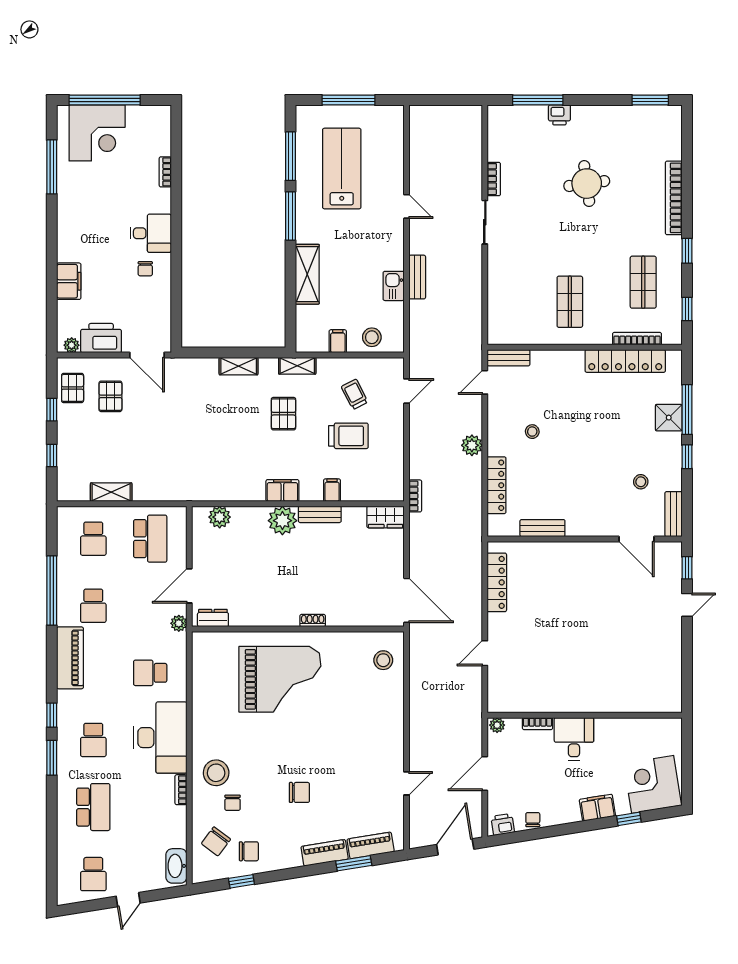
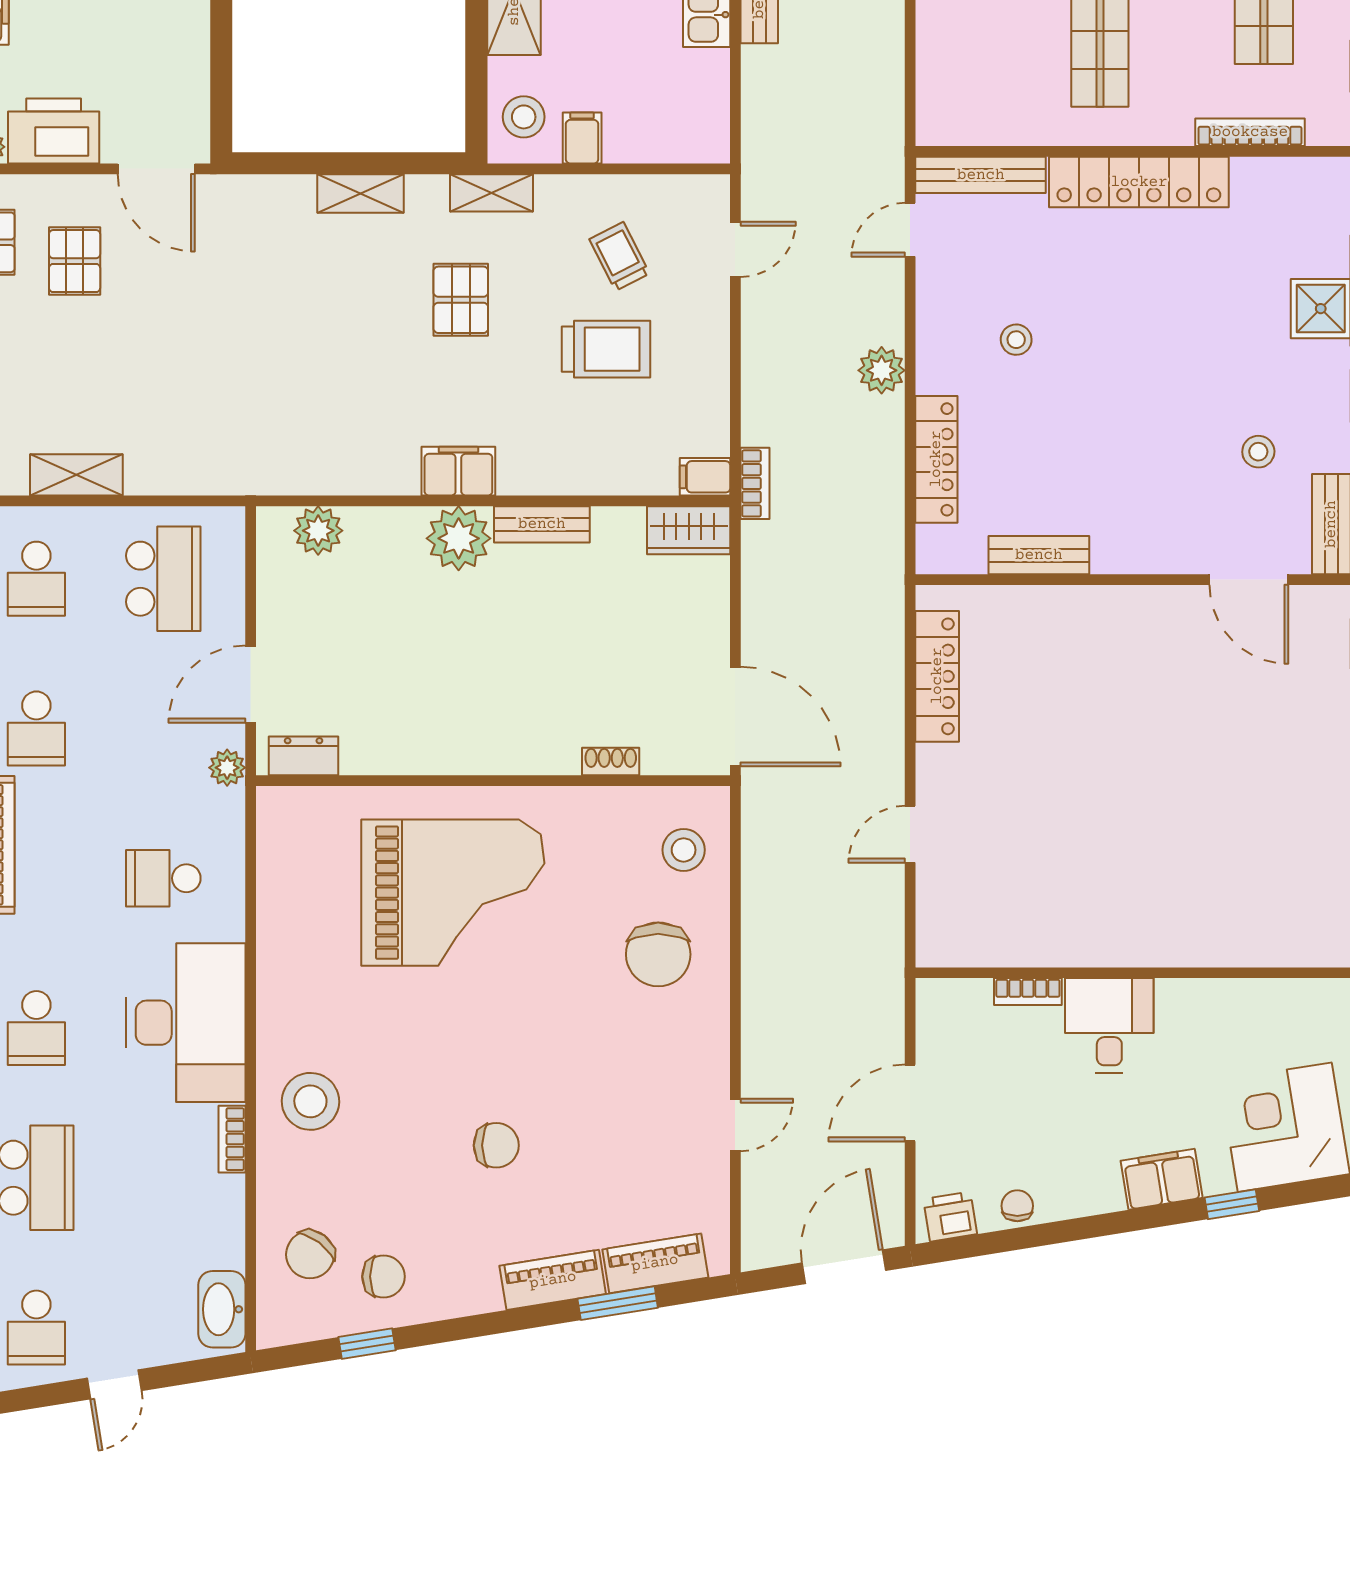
stool: (372, 337) -> (524, 117), moved
bench: (509, 358) -> (981, 175), width x1.36
locker: (625, 361) -> (1139, 182), moved
filing cabinet: (332, 490) -> (705, 477), moved, turned -90
shoe rack: (313, 621) -> (611, 761), moved
plant: (497, 725) -> (938, 995), removed
chair: (233, 803) -> (658, 954), moved, width x1.87, depth x1.87

